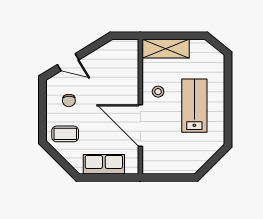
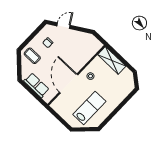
door: (68, 62) -> (63, 26), swing flipped
lab bench: (194, 106) -> (89, 108), moved

